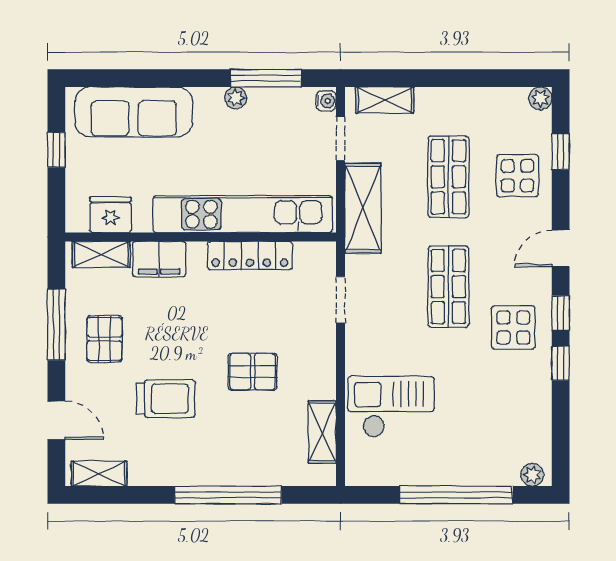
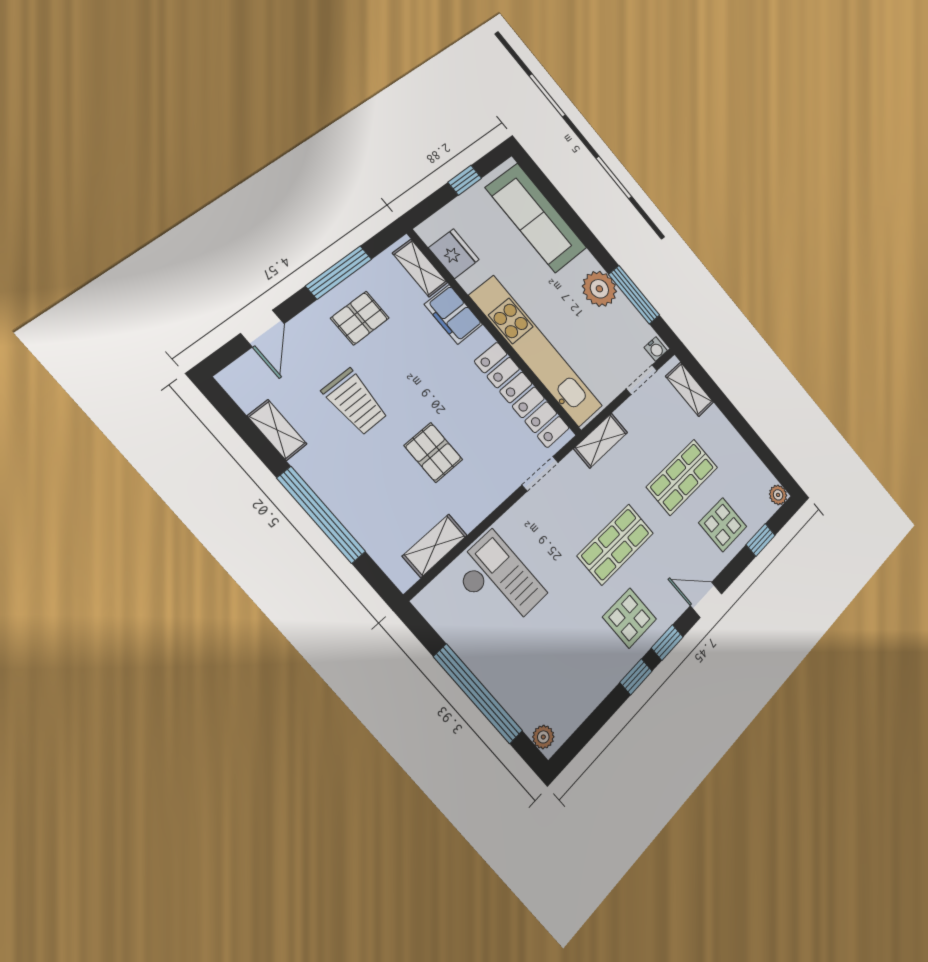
plant: (236, 98) -> (599, 289), width x1.87, depth x1.87
shelving: (363, 208) -> (601, 441), width x0.67, depth x0.75
locker: (250, 256) -> (522, 395), width x1.41, depth x1.21
shelving: (99, 474) -> (277, 430), moved

